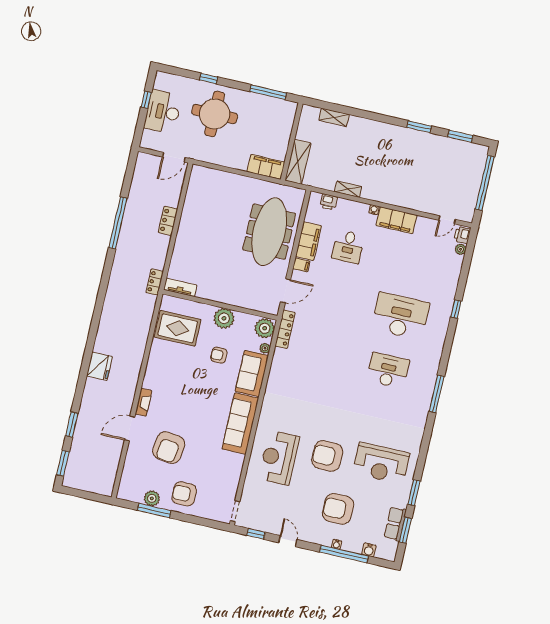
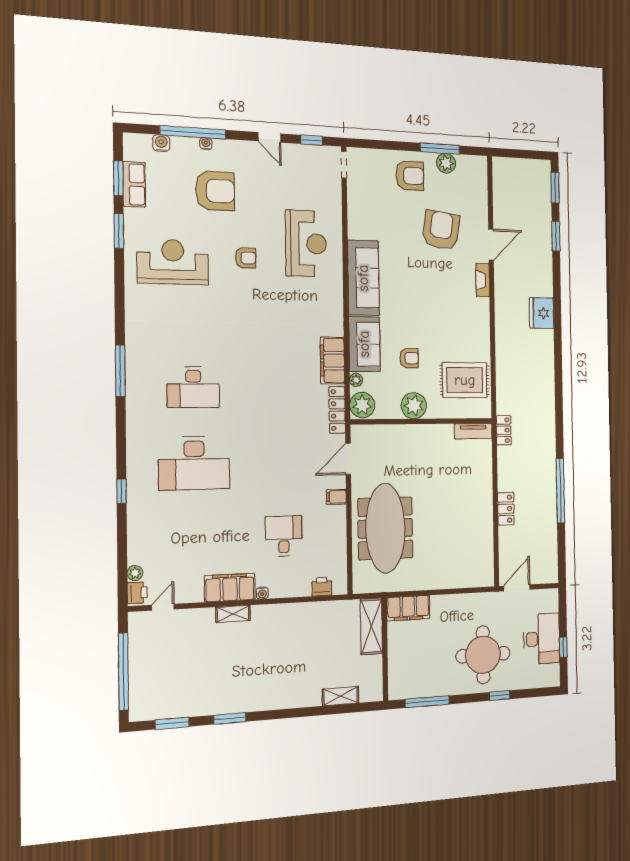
shelving: (348, 189) -> (233, 614), moved
filing cabinet: (309, 241) -> (332, 361), moved
armchair: (327, 456) -> (246, 258), width x0.53, depth x0.53

